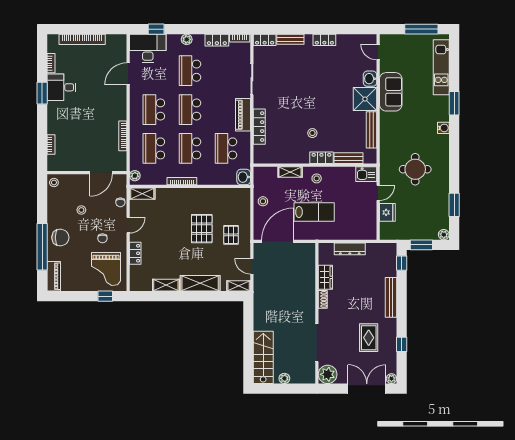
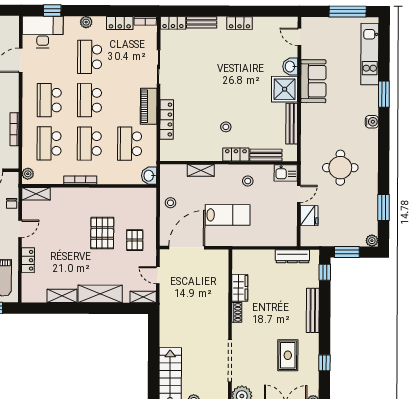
stool: (317, 178) -> (248, 181), moved
dresser: (350, 249) -> (292, 256), moved

